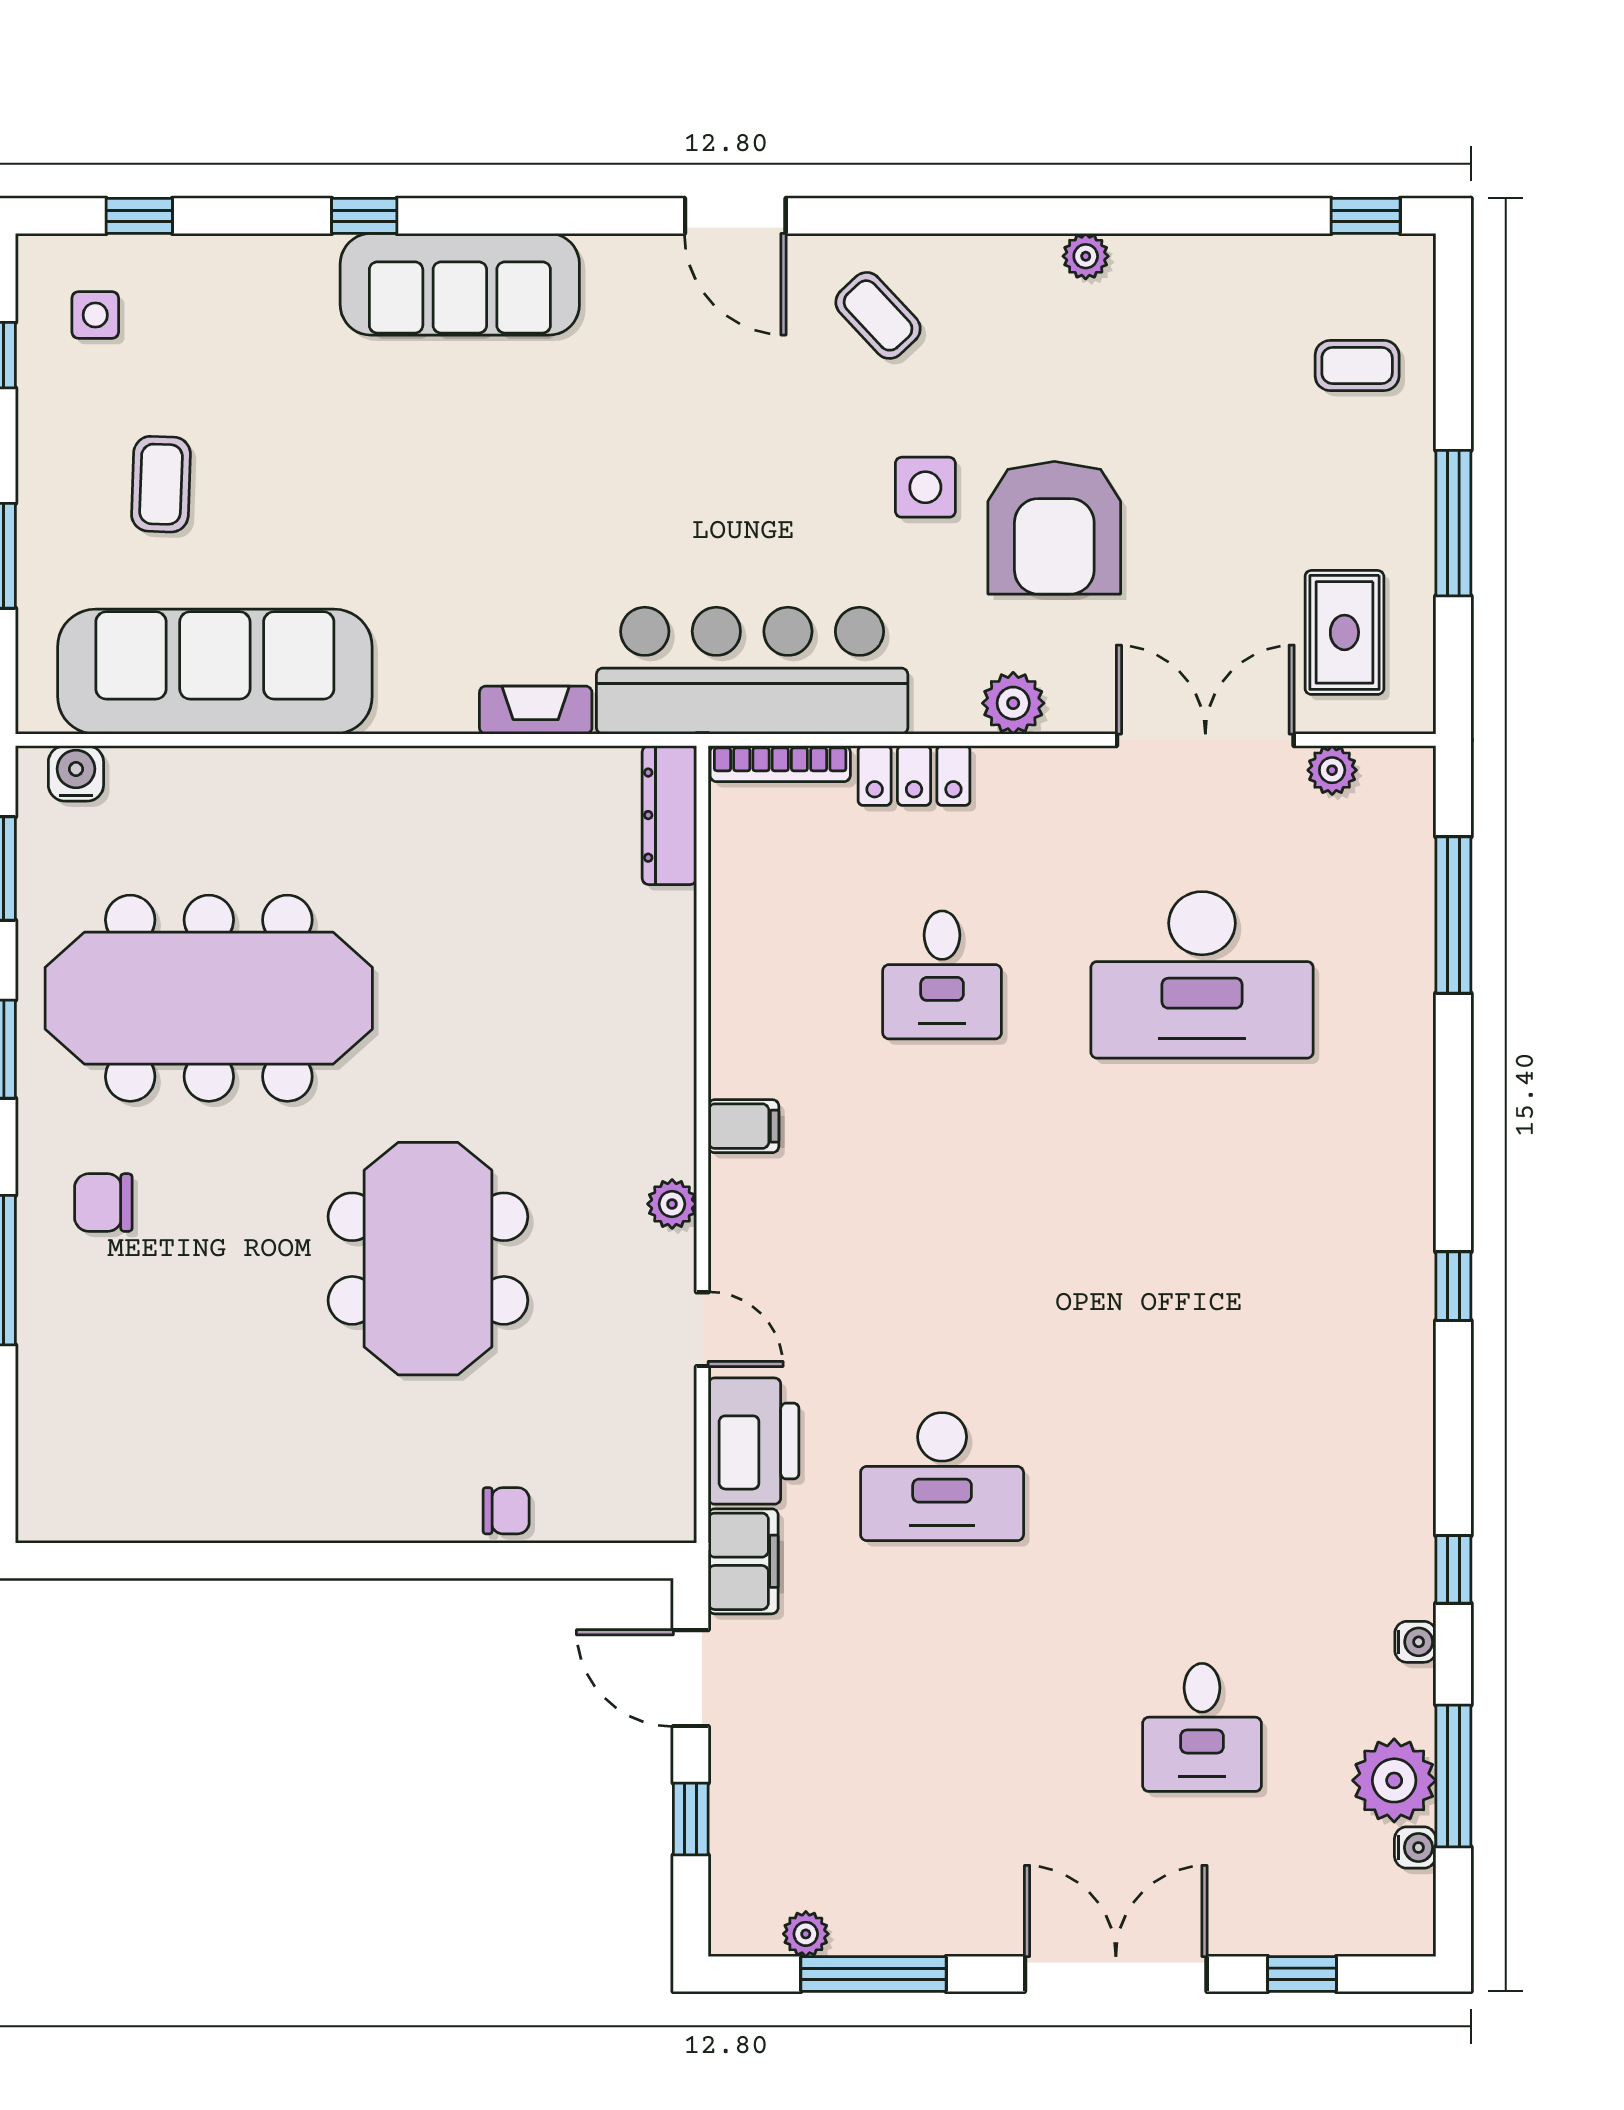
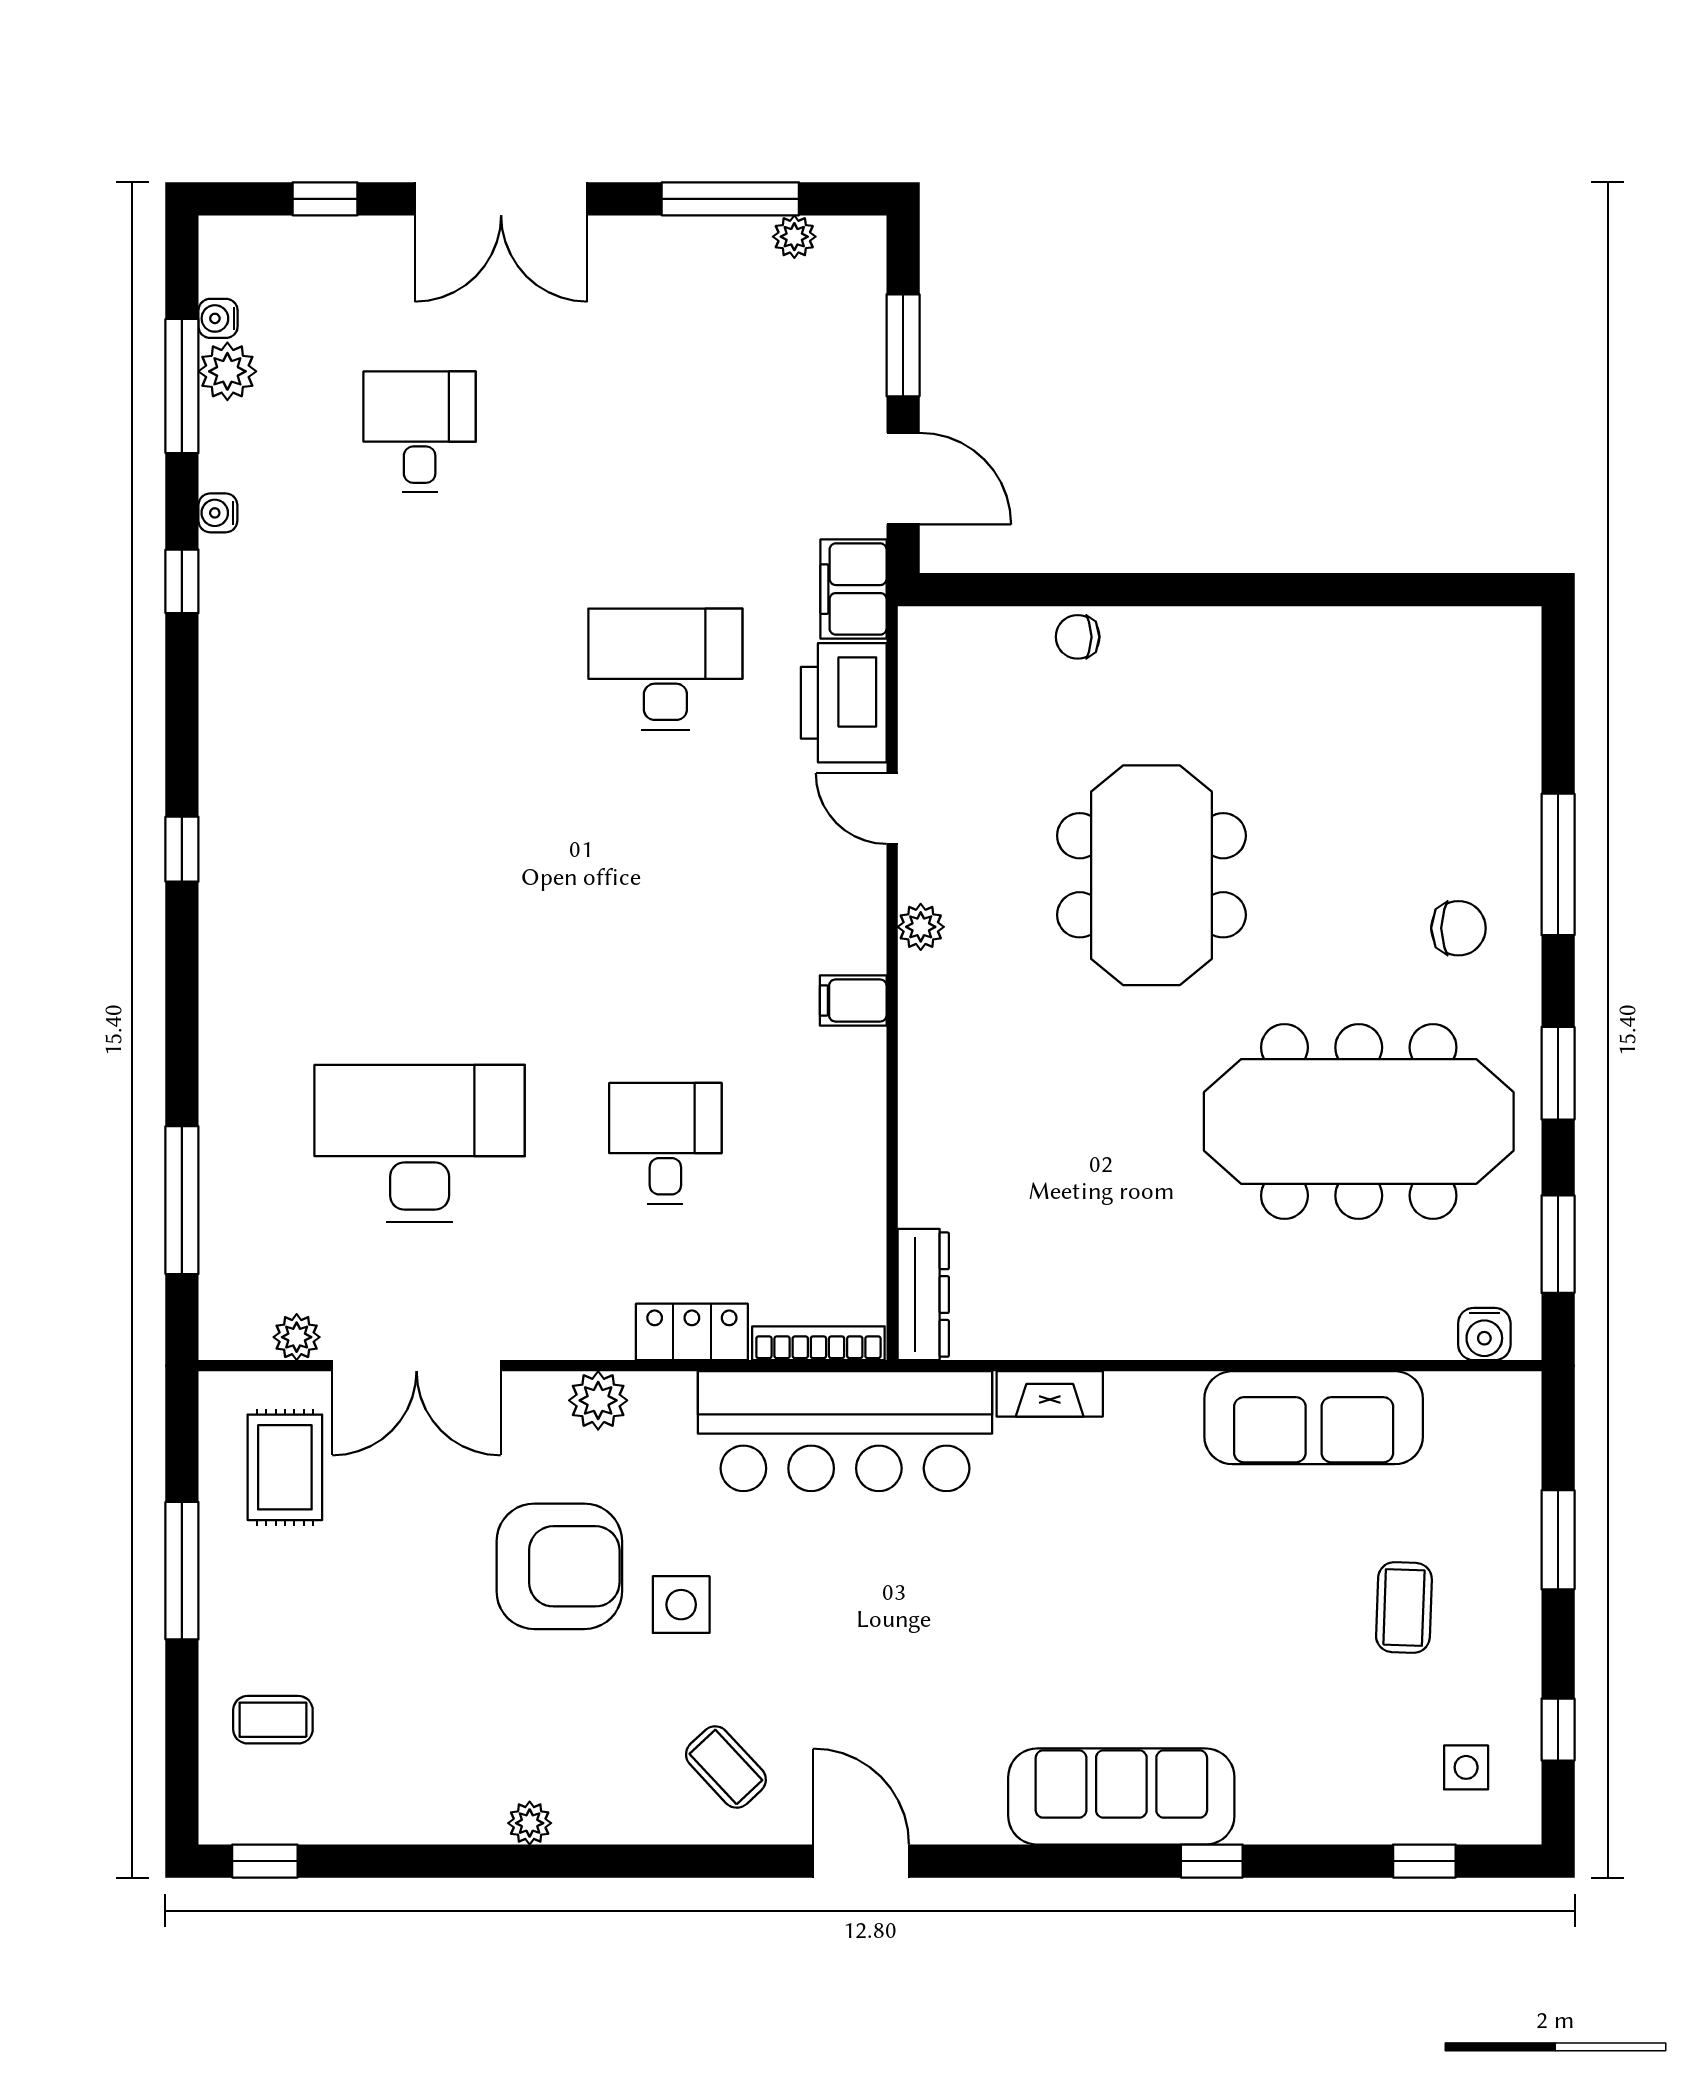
armchair: (1054, 528) -> (559, 1566), turned 90
sofa: (215, 672) -> (1314, 1418), width x0.74, depth x0.79
plant: (1394, 1780) -> (227, 371), width x0.73, depth x0.73
window: (691, 1819) -> (903, 345), width x1.50

